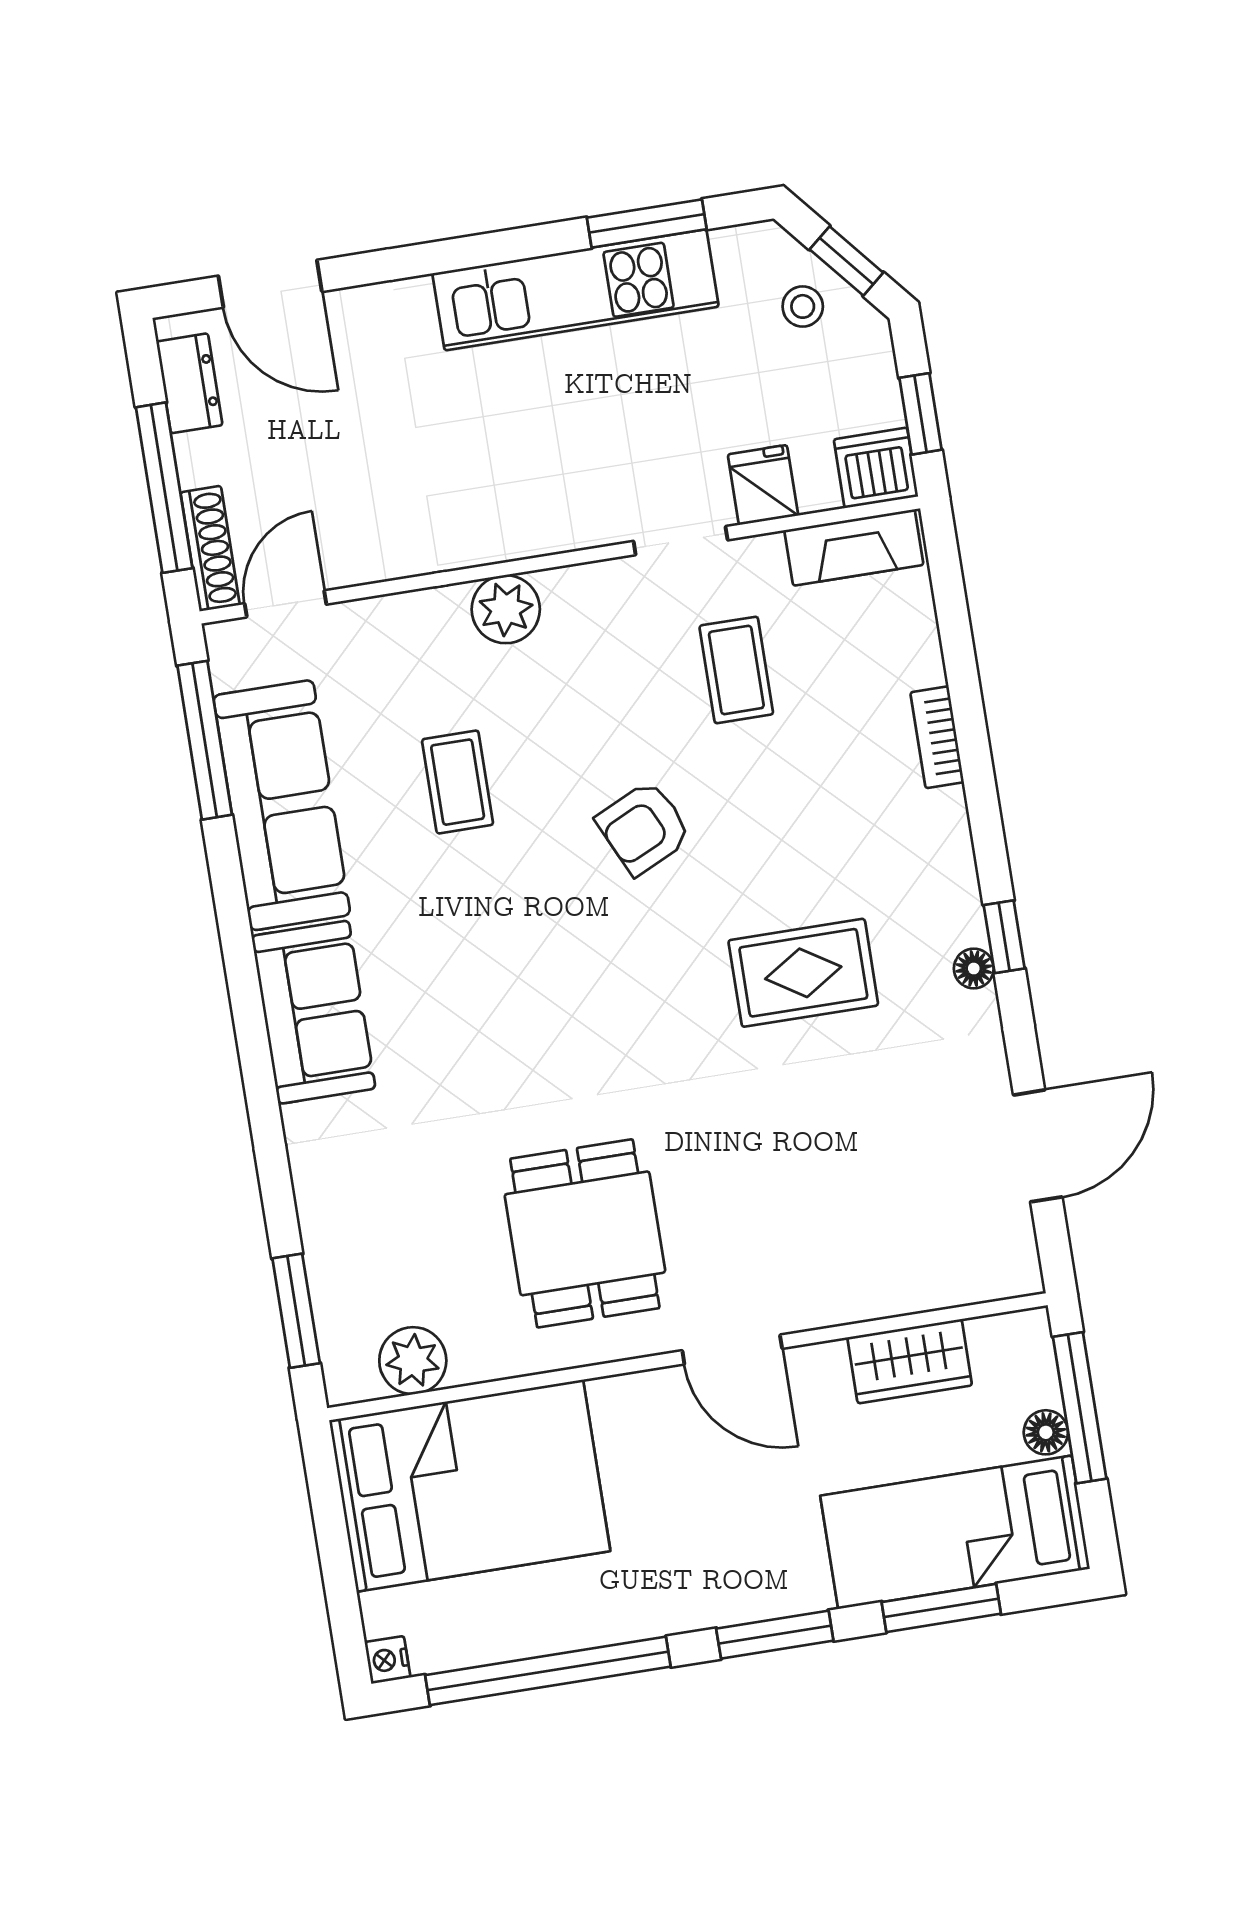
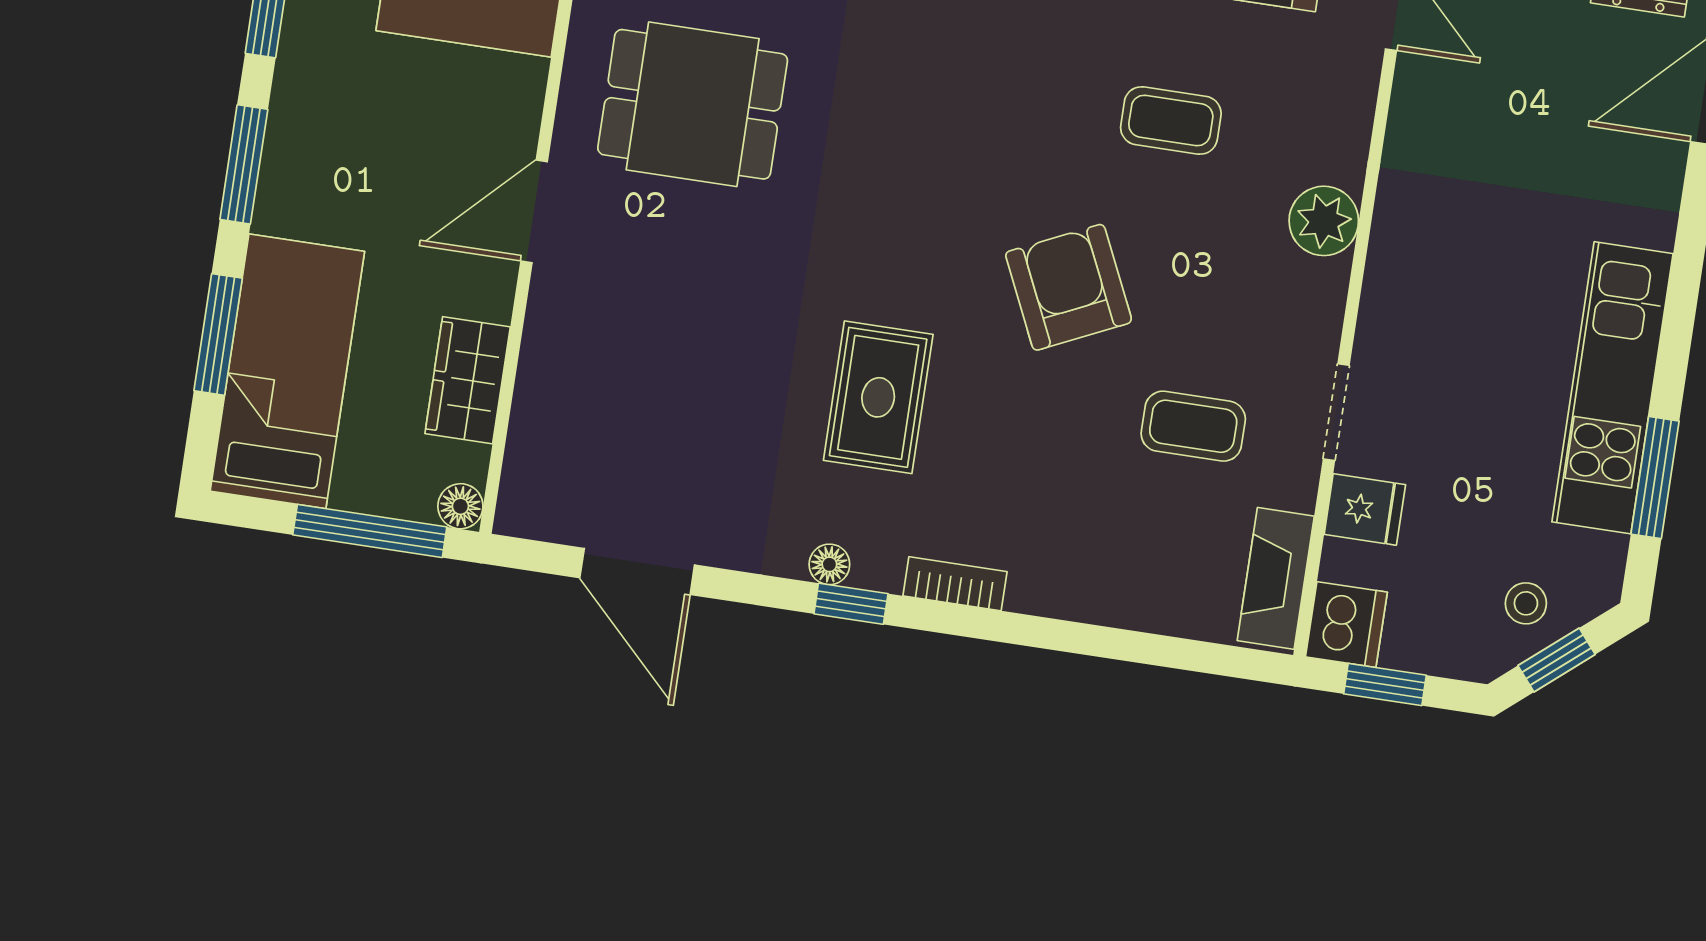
bookcase: (937, 737) -> (955, 584), moved
armchair: (644, 828) -> (1069, 287), width x1.38, depth x1.38
floor lamp: (1046, 1432) -> (460, 506), moved

